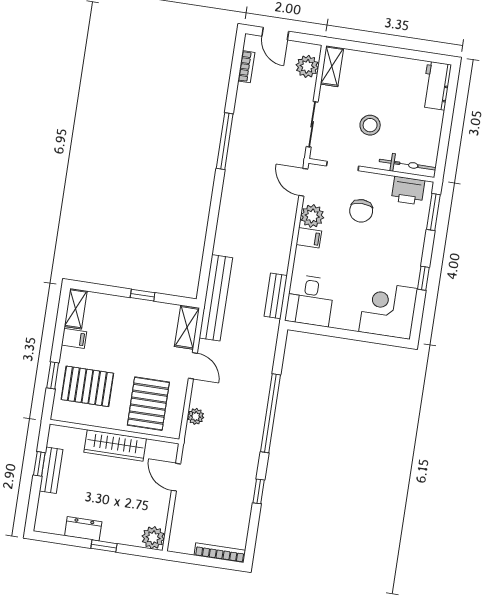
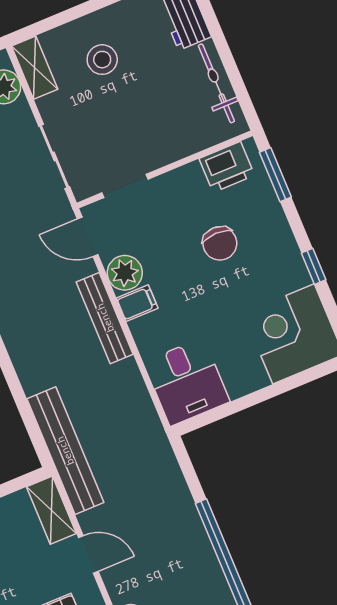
stool: (370, 125) -> (102, 60), moved
bicycle: (408, 165) -> (216, 83), moved, turned -90
chair: (361, 211) -> (220, 243), moved
bench: (276, 296) -> (105, 318), moved, width x1.36

